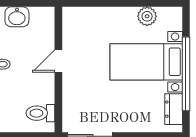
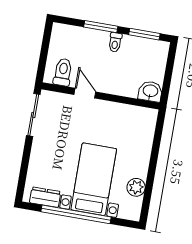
washbasin: (17, 17) -> (150, 91), moved, turned 90
door: (58, 61) -> (85, 93), moved

